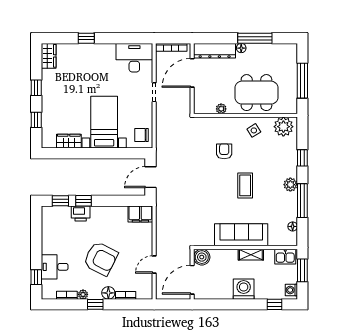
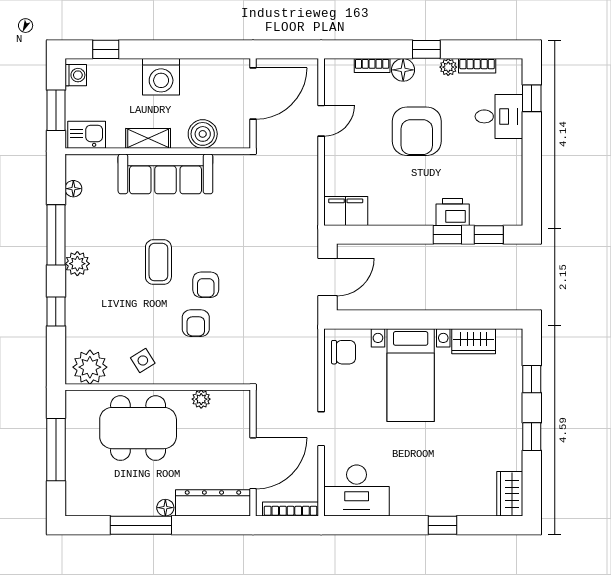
armchair: (219, 173) -> (206, 285), added
boiler: (202, 257) -> (203, 134), moved
armchair: (101, 259) -> (417, 131), turned -117

